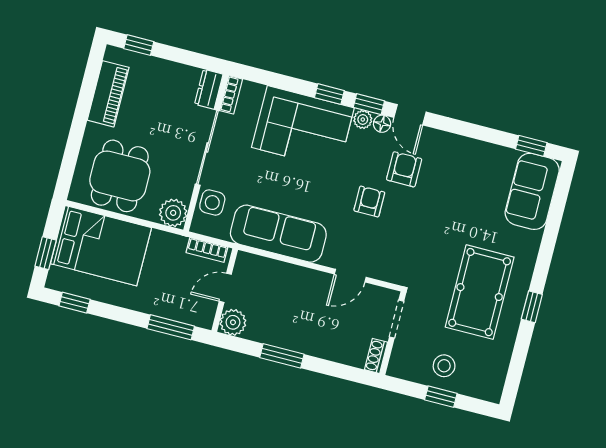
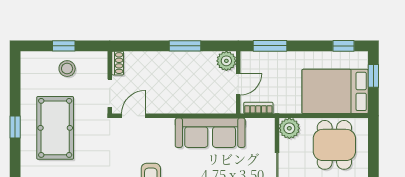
side table: (212, 203) -> (263, 143), removed
door: (350, 276) -> (133, 116), moved

